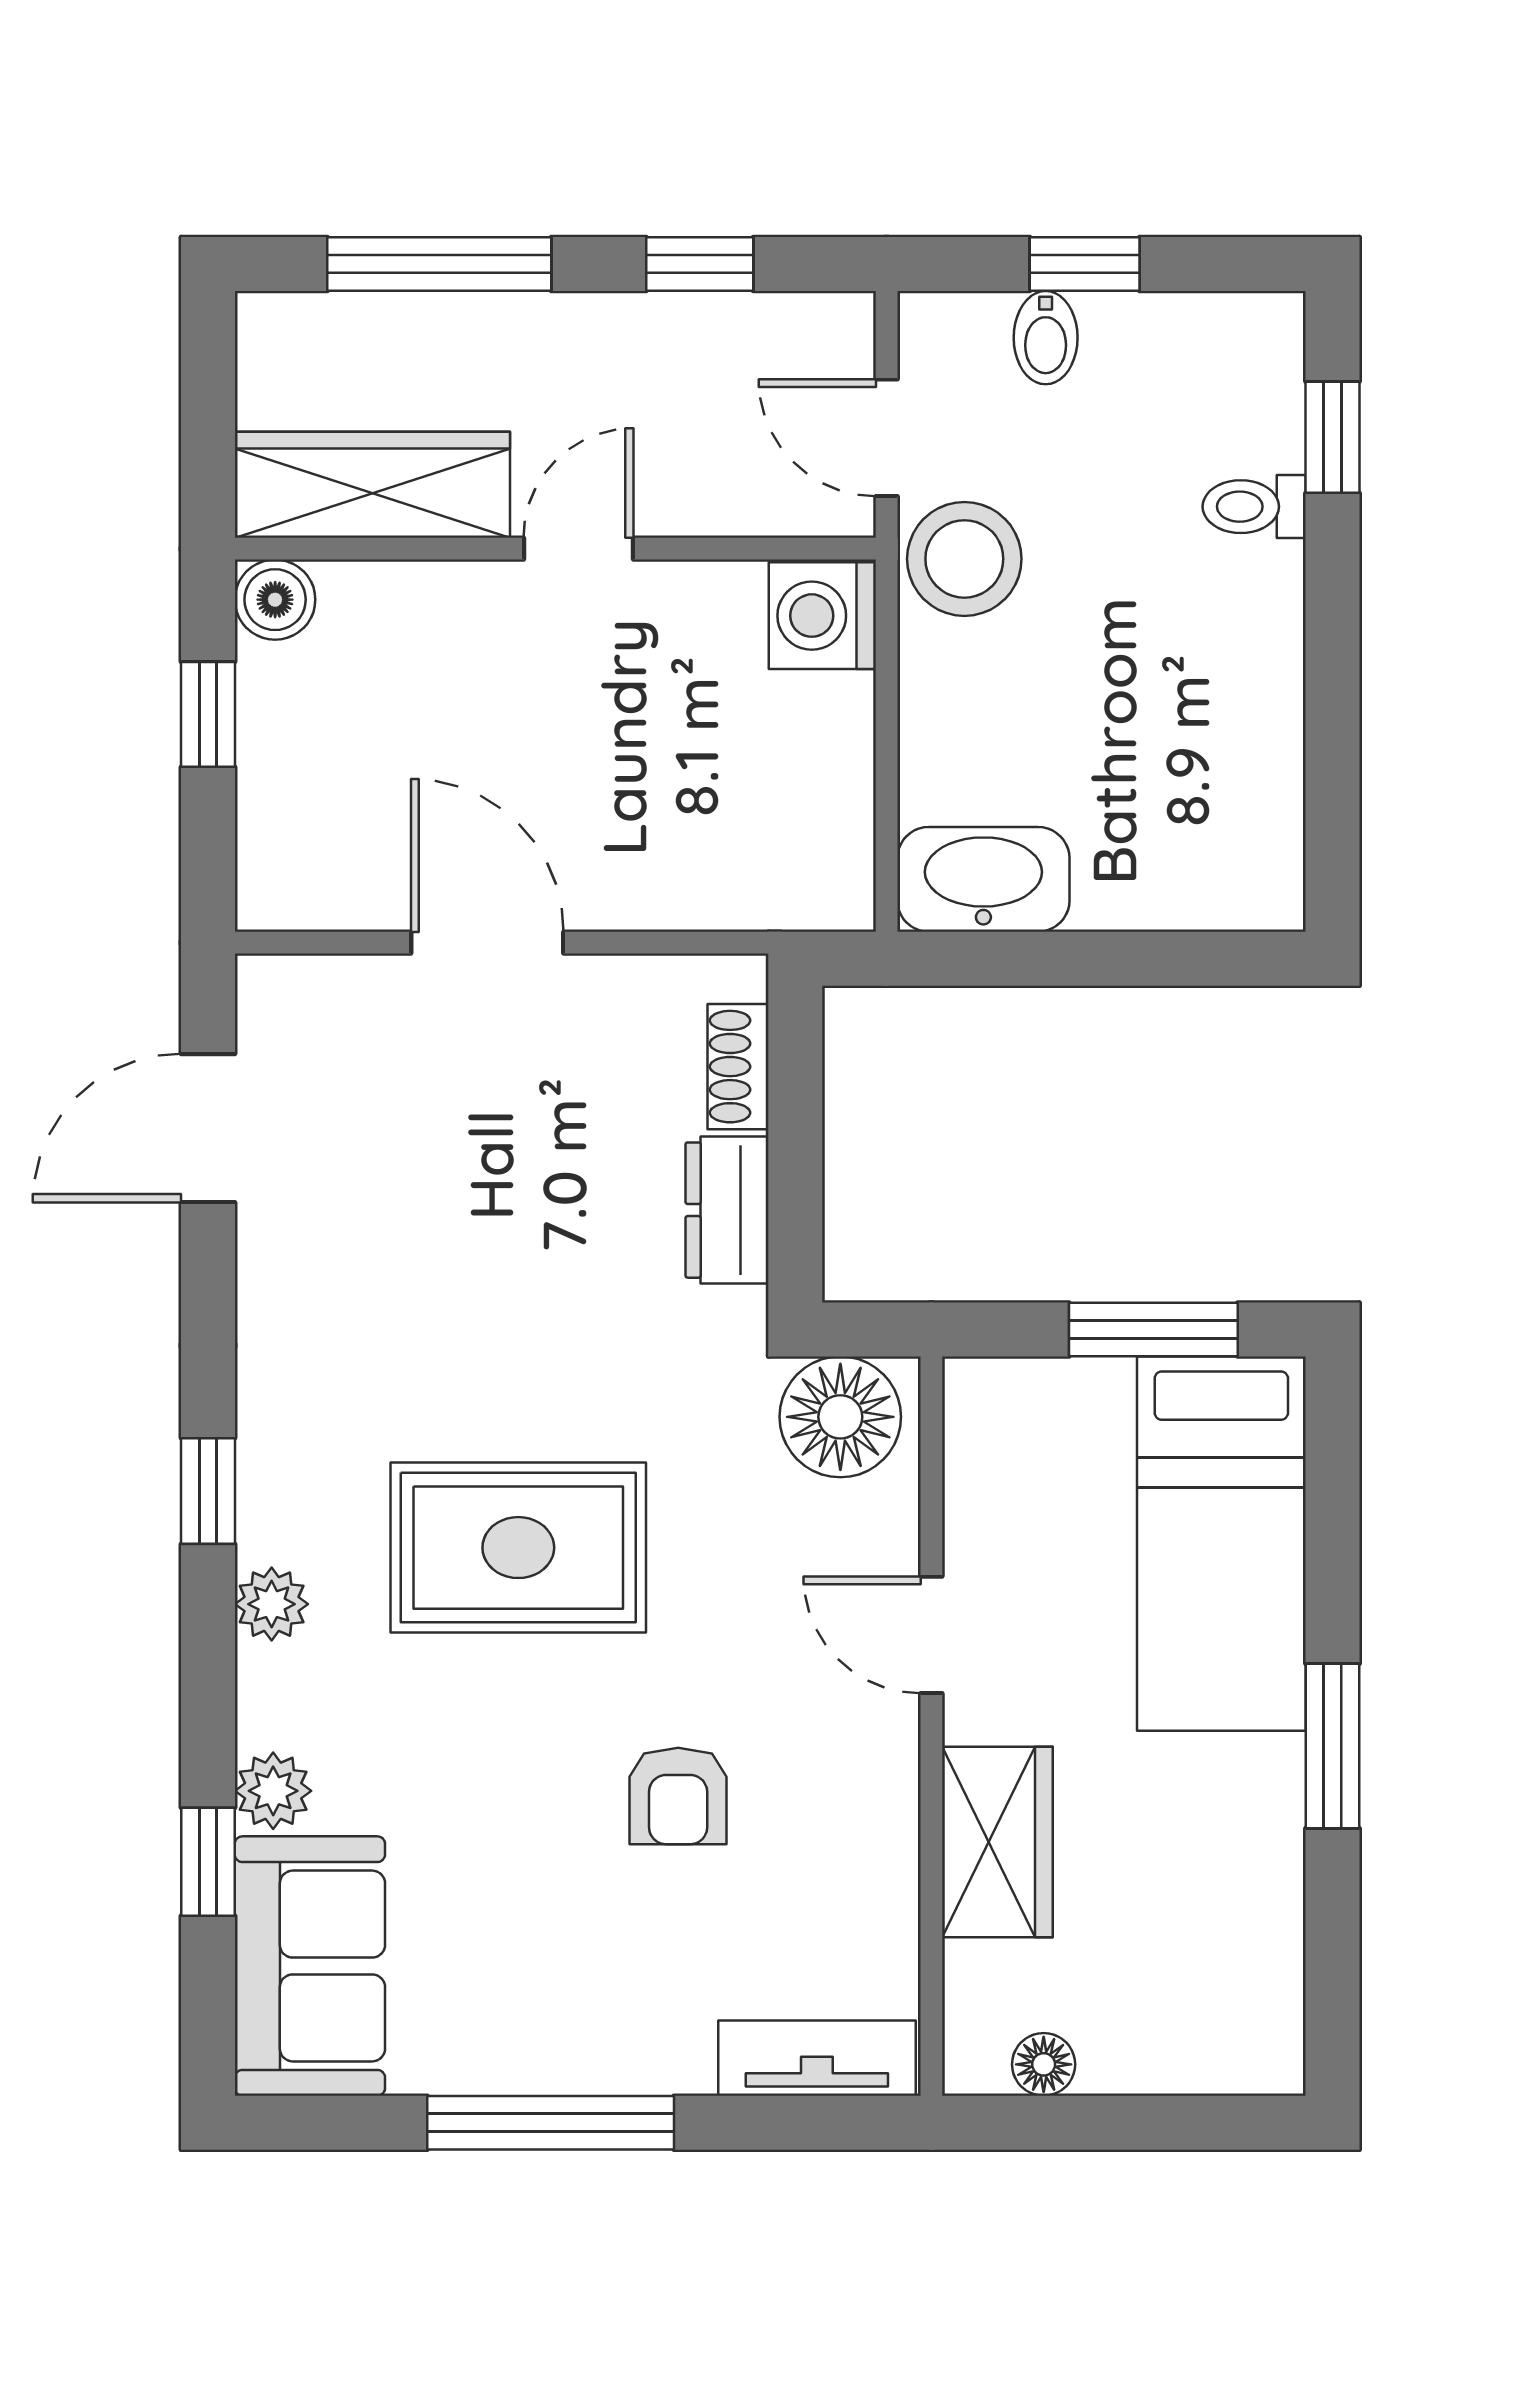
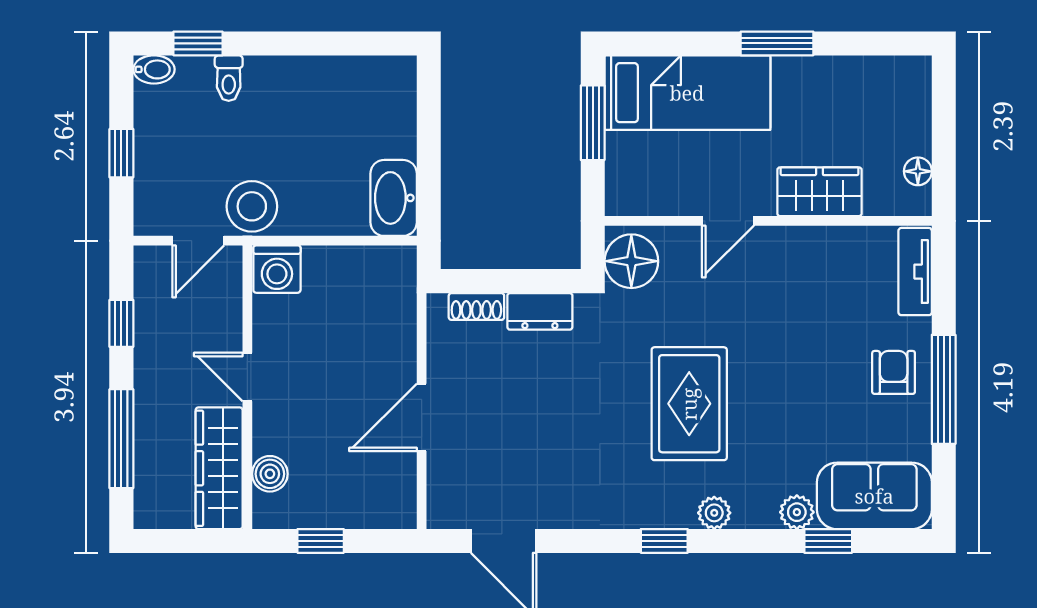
bidet: (1046, 338) -> (154, 69), moved
boiler: (275, 600) -> (270, 474), moved
armchair: (678, 1796) -> (894, 372), moved, turned -90

